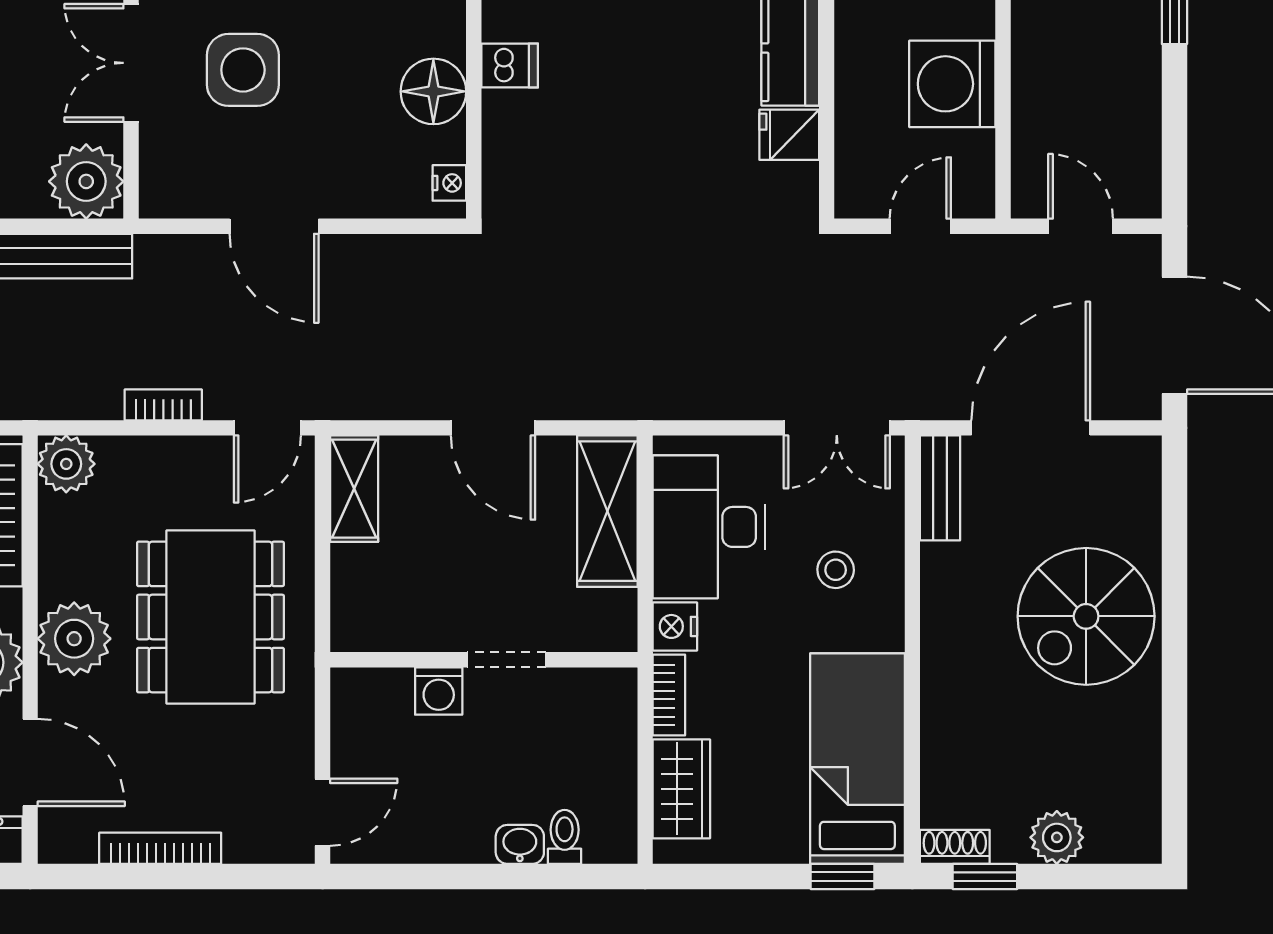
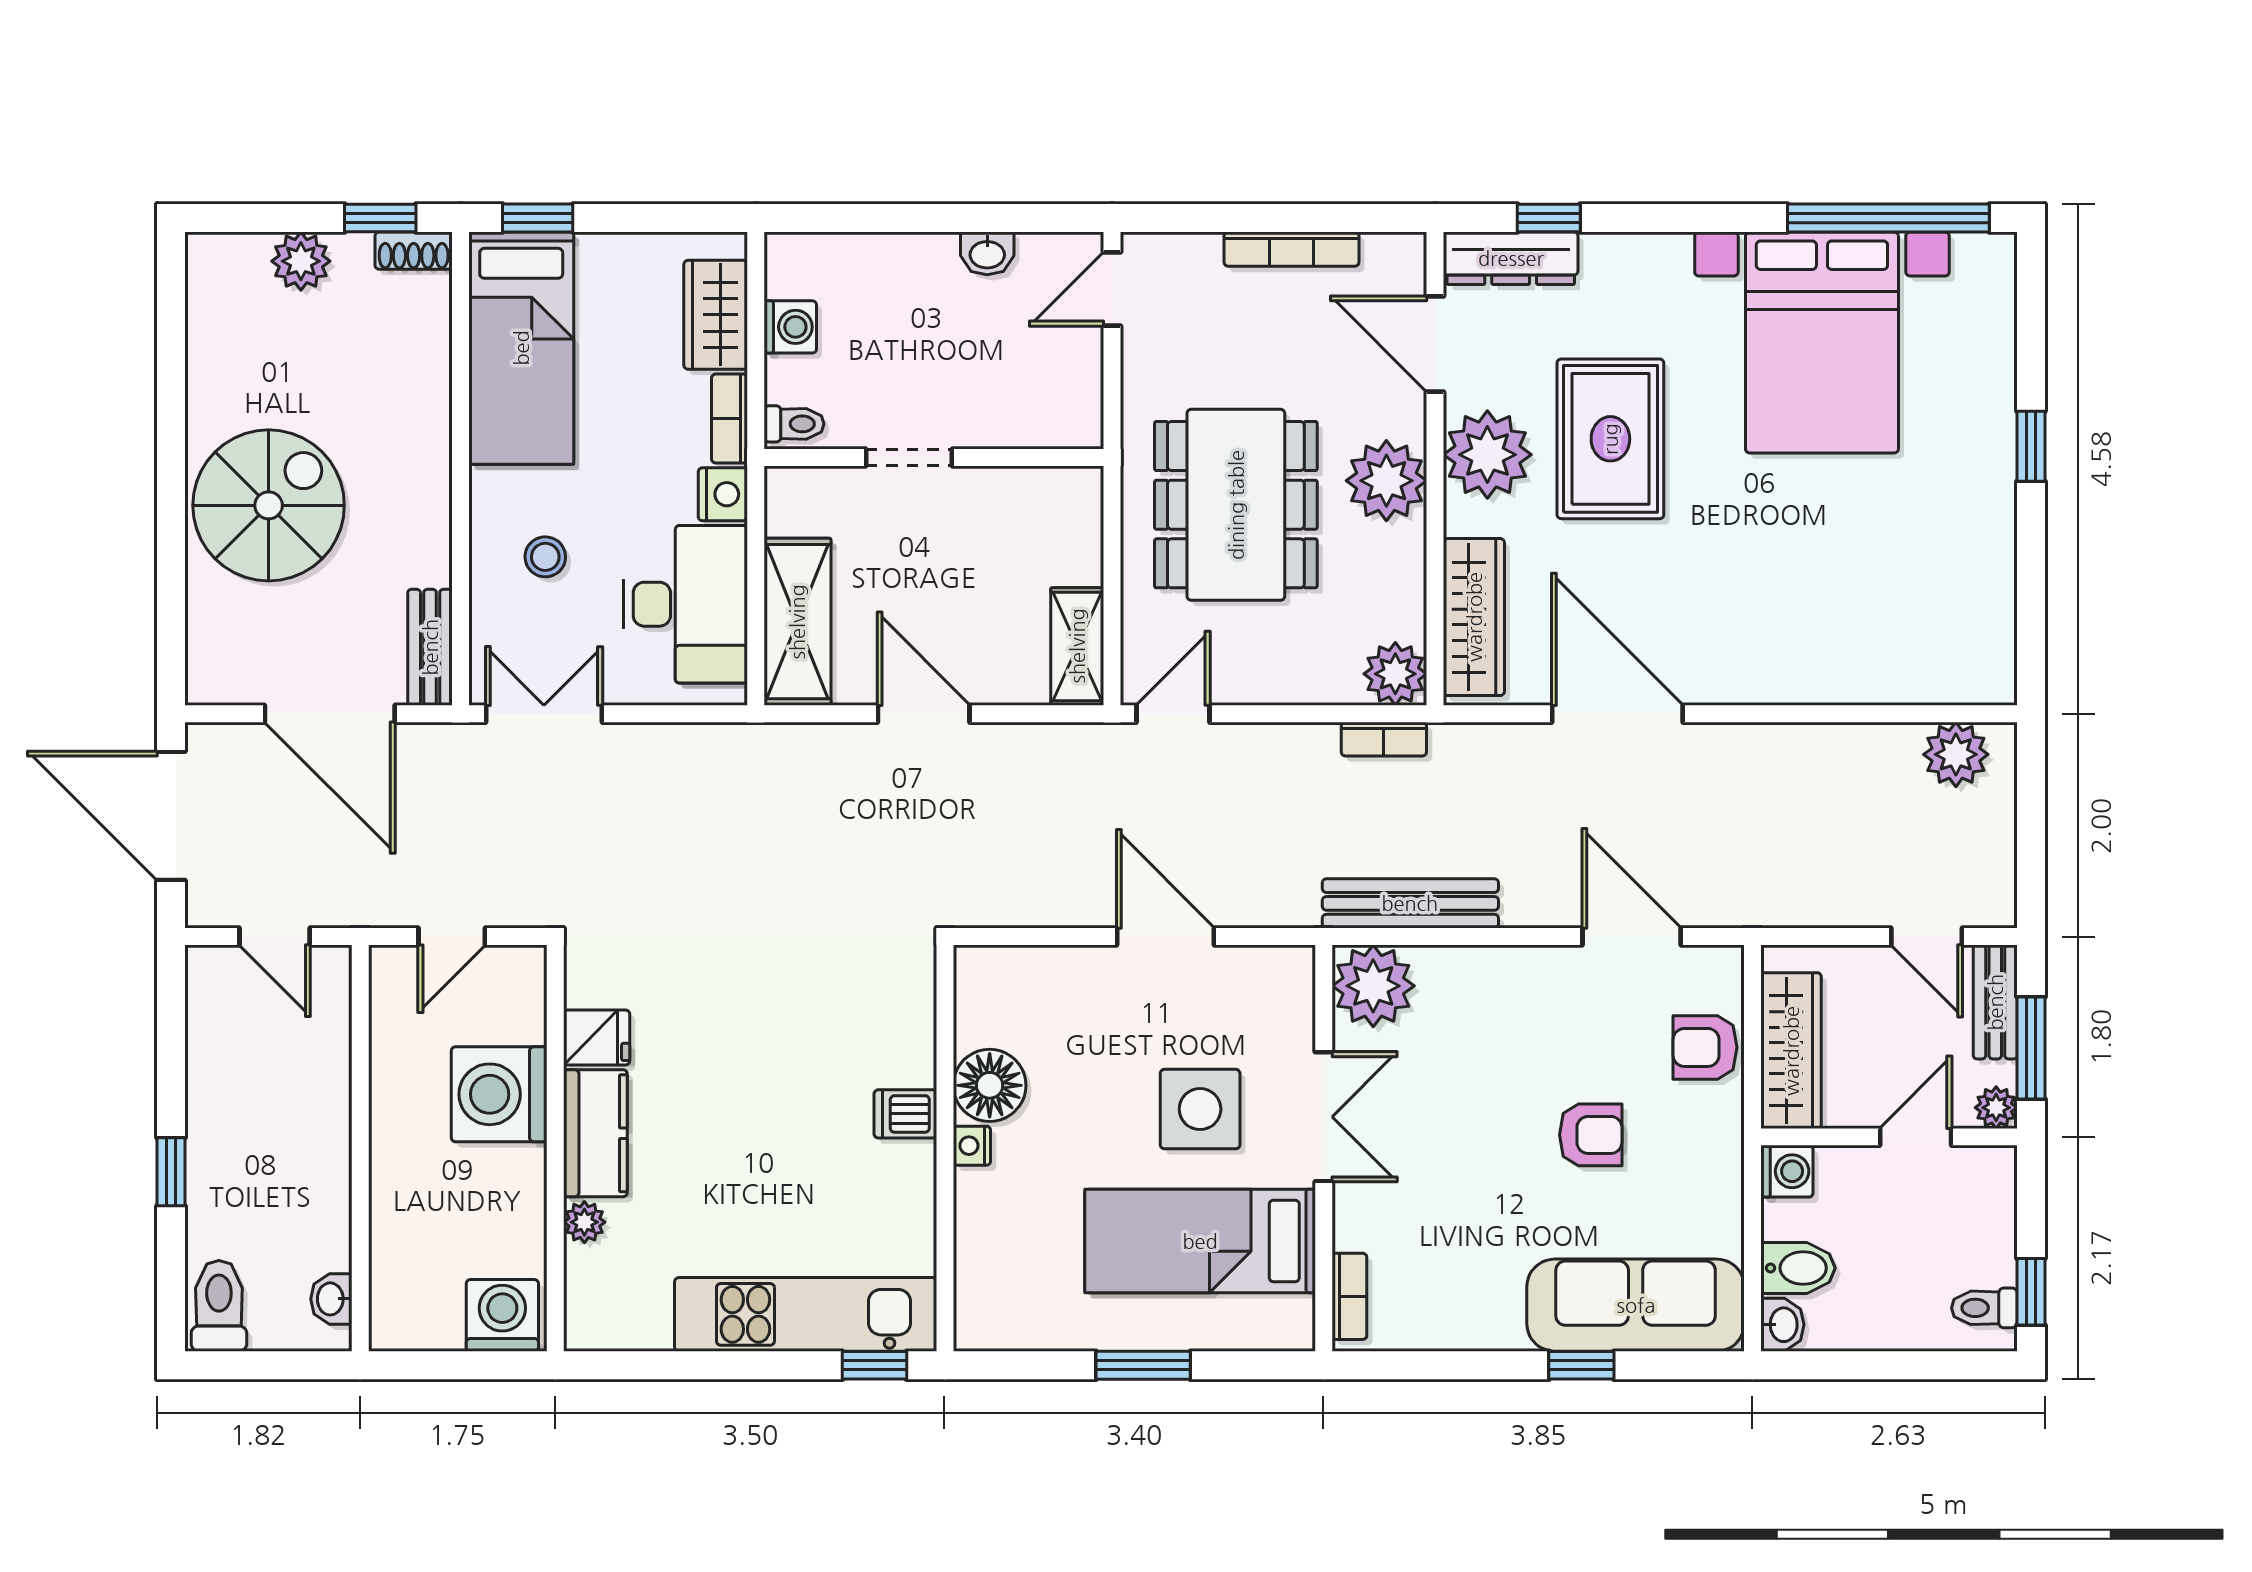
washing machine: (952, 84) -> (499, 1094), moved, turned 180
nightstand: (449, 183) -> (972, 1146), moved
bookcase: (163, 405) -> (1384, 739), moved
door: (1031, 428) -> (330, 714), hinge flipped
washing machine: (439, 691) -> (790, 327), moved, turned 90
toilet: (565, 837) -> (794, 424), moved, turned -90
washbasin: (520, 844) -> (987, 253), moved

